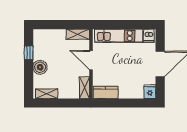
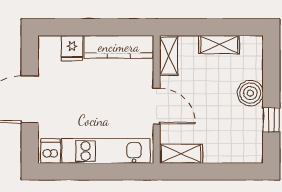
kitchen counter: (106, 92) -> (119, 47), width x1.50
fridge: (150, 92) -> (72, 48), moved
shelving: (47, 94) -> (219, 45), moved

